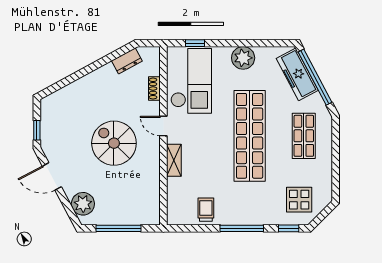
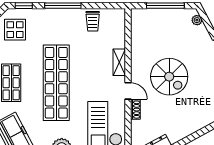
shoe rack: (154, 89) -> (135, 110), moved
plant: (83, 204) -> (197, 20), width x0.53, depth x0.53

